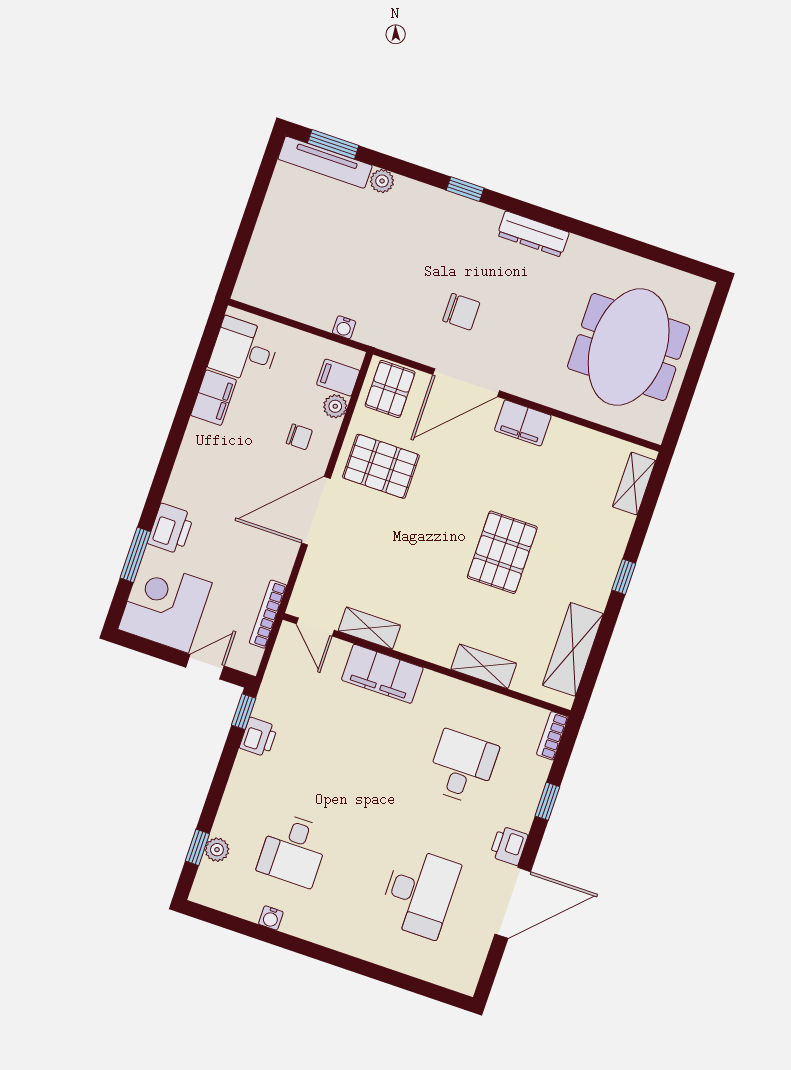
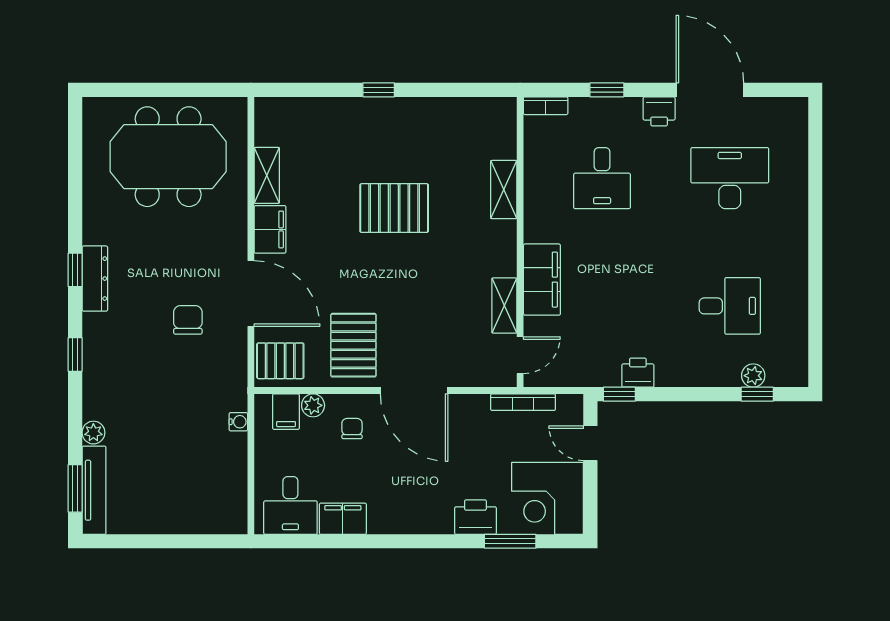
window: (548, 217) -> (75, 270), added
shelving: (634, 484) -> (267, 175), moved, turned 90
shelving: (573, 649) -> (461, 114), removed
desk: (462, 767) -> (602, 178), turned -90
water cooler: (271, 918) -> (799, 305), removed

